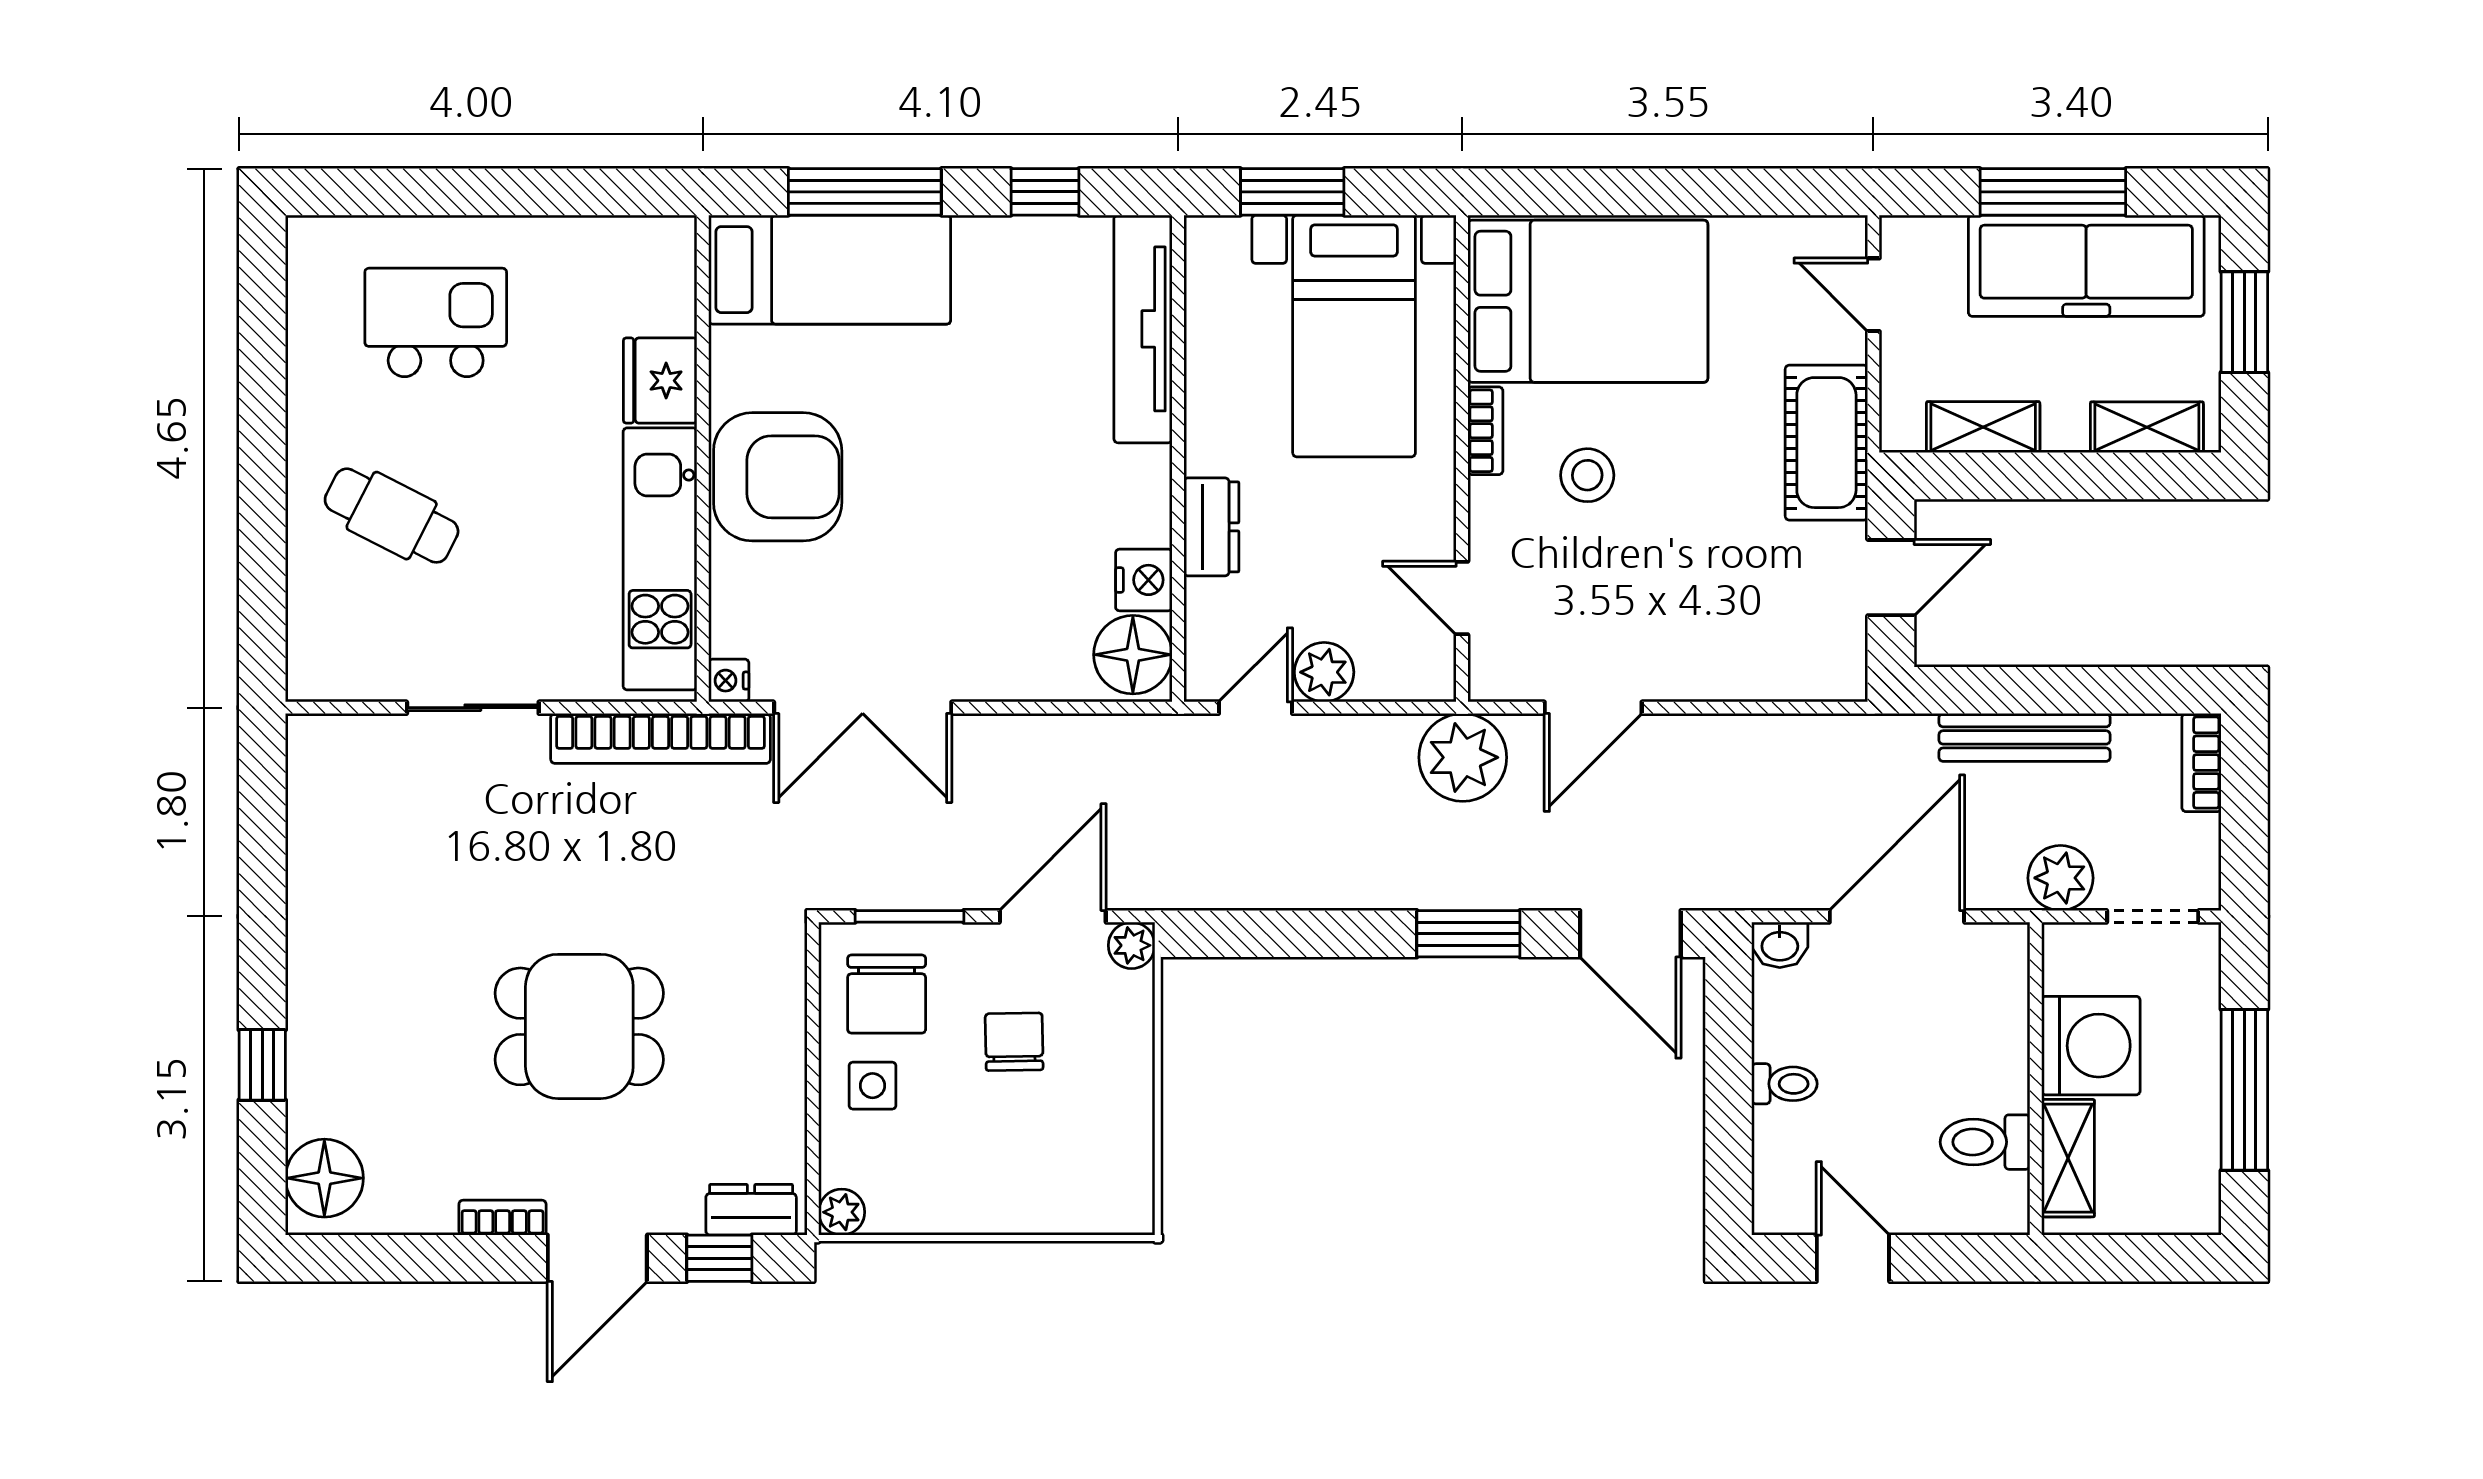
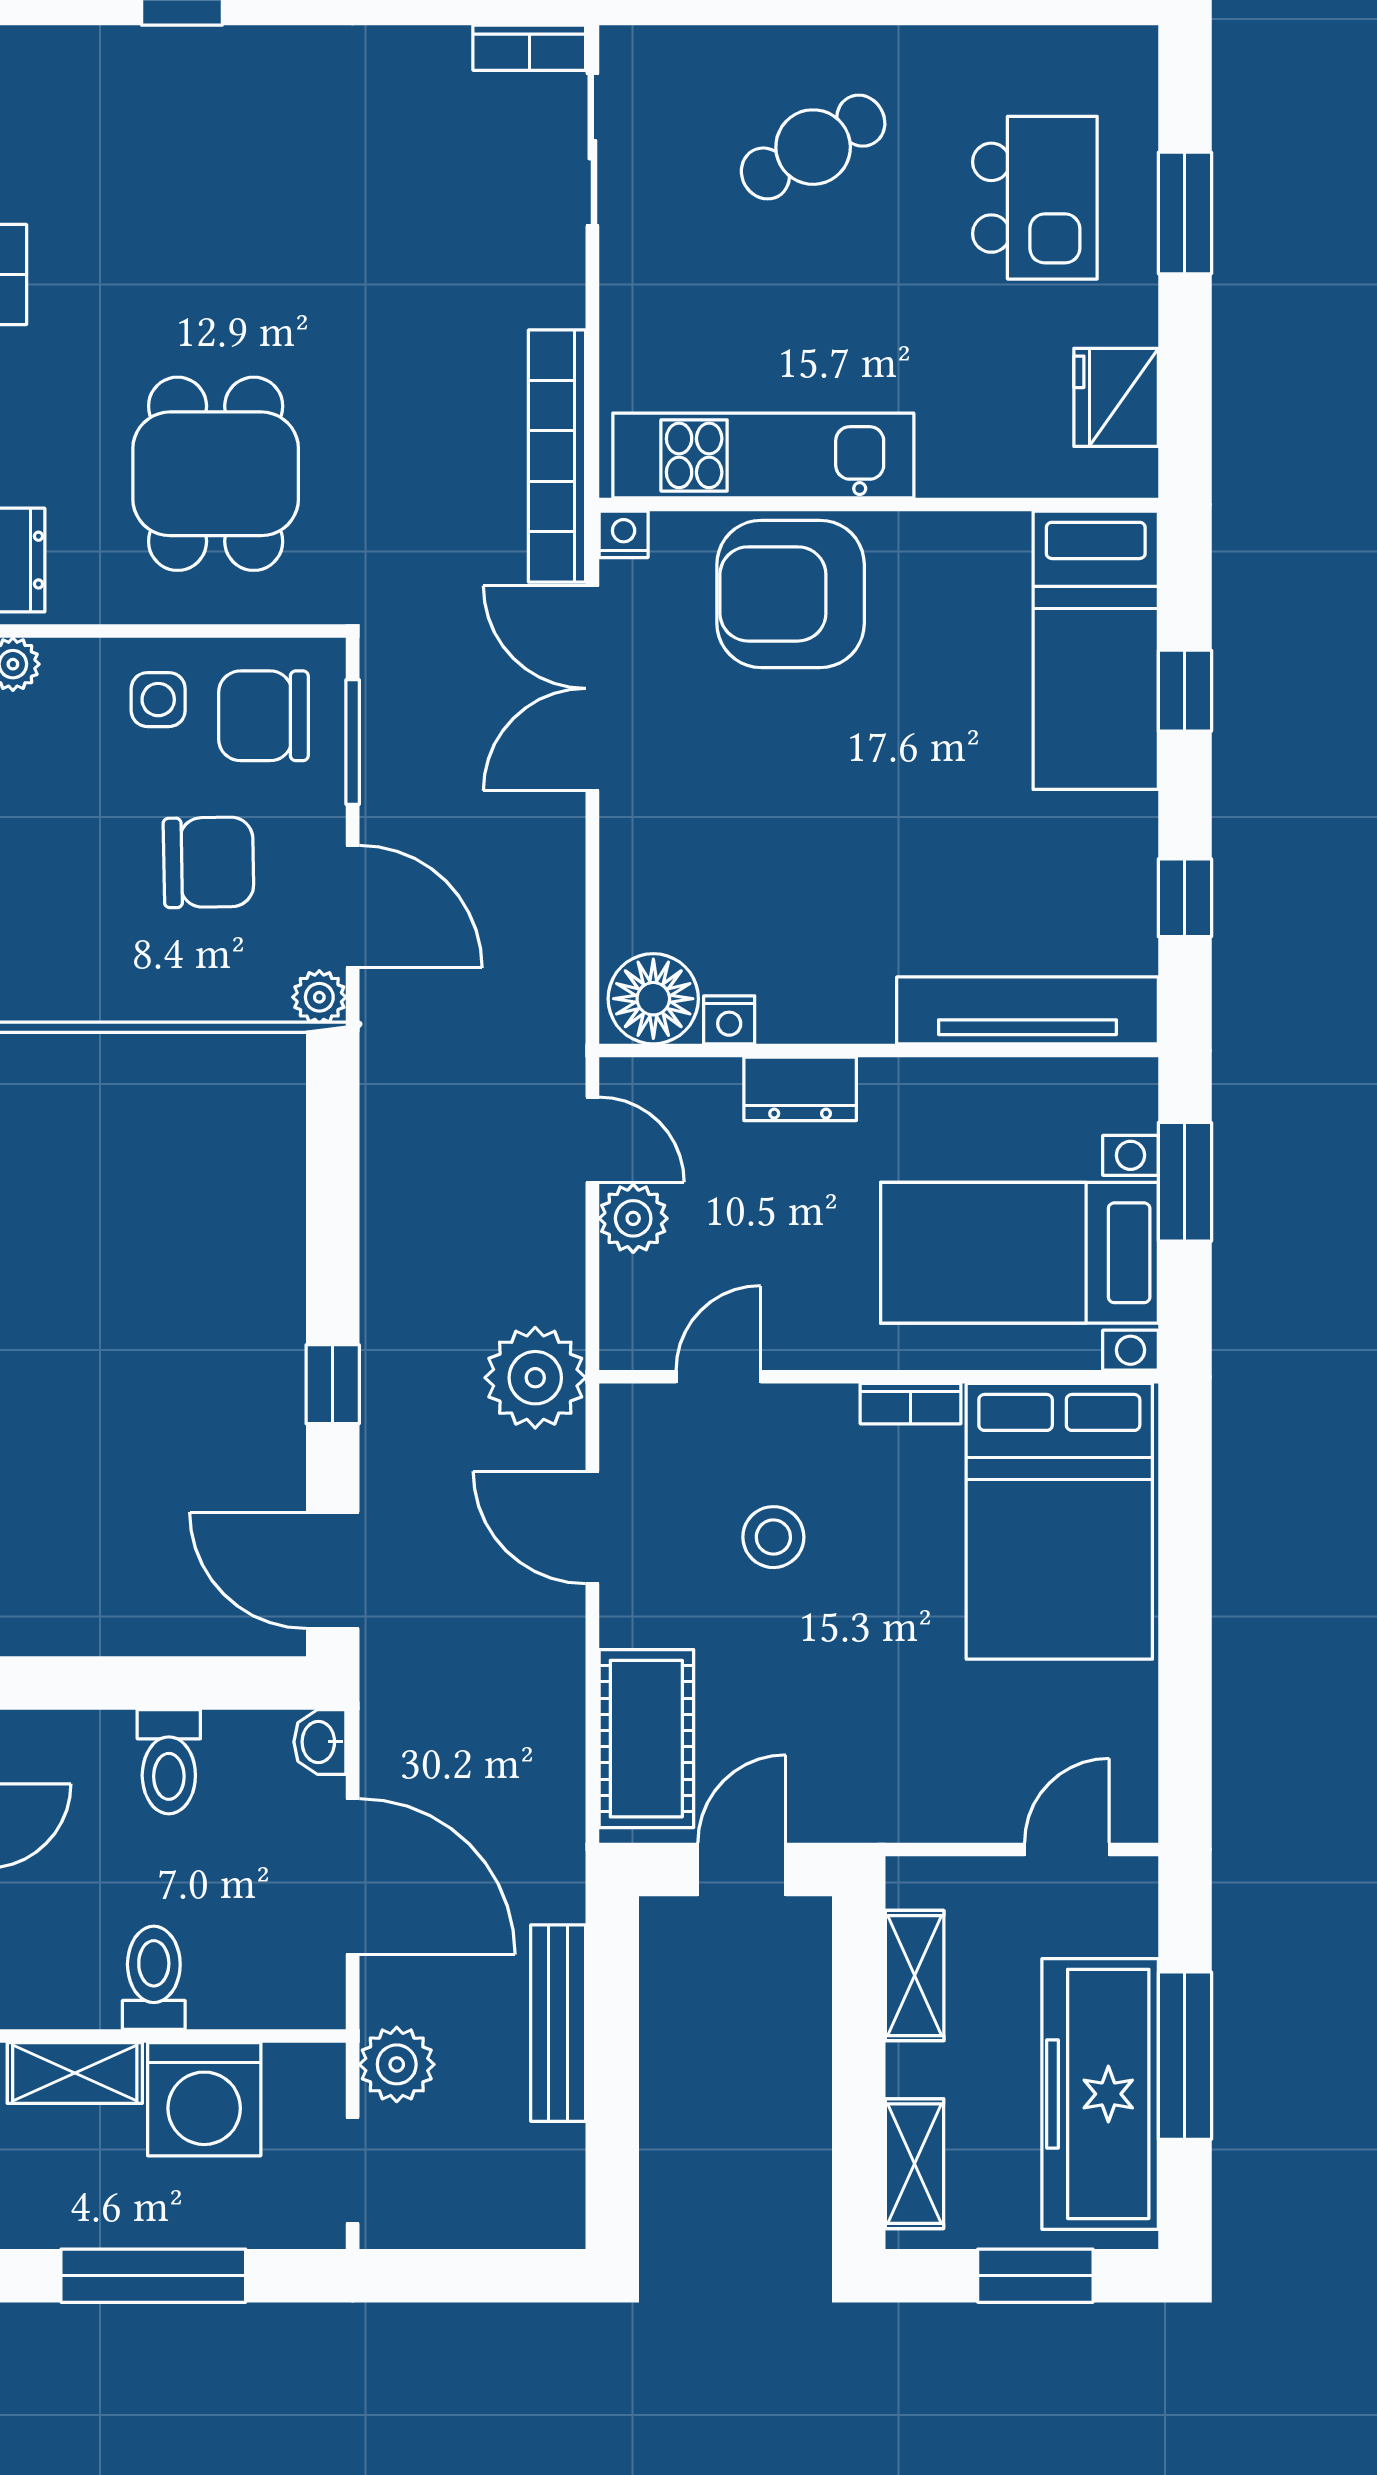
window: (449, 192) -> (1185, 213), added
window: (865, 192) -> (1185, 691), width x0.46
fridge: (660, 381) -> (1116, 397), moved, turned -90
cot: (1826, 443) -> (646, 1739), moved, turned 90
stool: (1587, 475) -> (773, 1537), moved
armchair: (778, 477) -> (791, 594), moved, turned 90
cafe table: (392, 516) -> (813, 147), turned 34
door: (1891, 578) -> (742, 1869), swing flipped
nightstand: (1144, 580) -> (729, 1020), width x0.72, depth x0.74
sliding door: (473, 708) -> (592, 150), moved
bookcase: (2202, 763) -> (529, 48), moved, turned 180
window: (1468, 934) -> (333, 1384), width x0.67
door: (1630, 934) -> (333, 1570), hinge flipped
dining table: (579, 1026) -> (216, 474), moved
chair: (1014, 1042) -> (209, 862), width x1.37, depth x1.37
toilet: (1784, 1084) -> (169, 1762), width x1.37, depth x1.39
toilet: (1985, 1142) -> (154, 1978), moved
floor lamp: (324, 1178) -> (52, 70), removed

